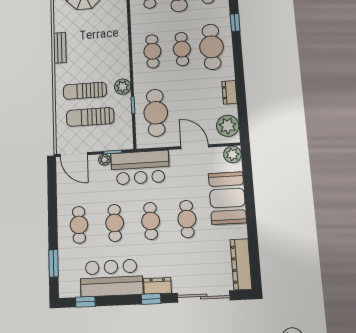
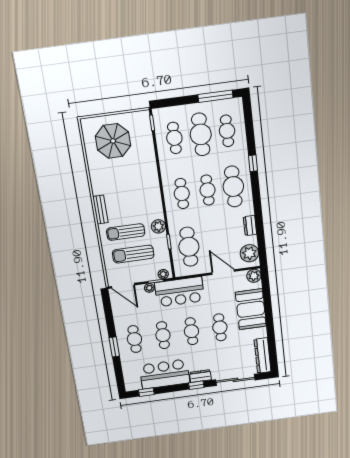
bench: (60, 48) -> (100, 210), moved
plant: (123, 144) -> (163, 274), added
window: (54, 263) -> (114, 347), moved

